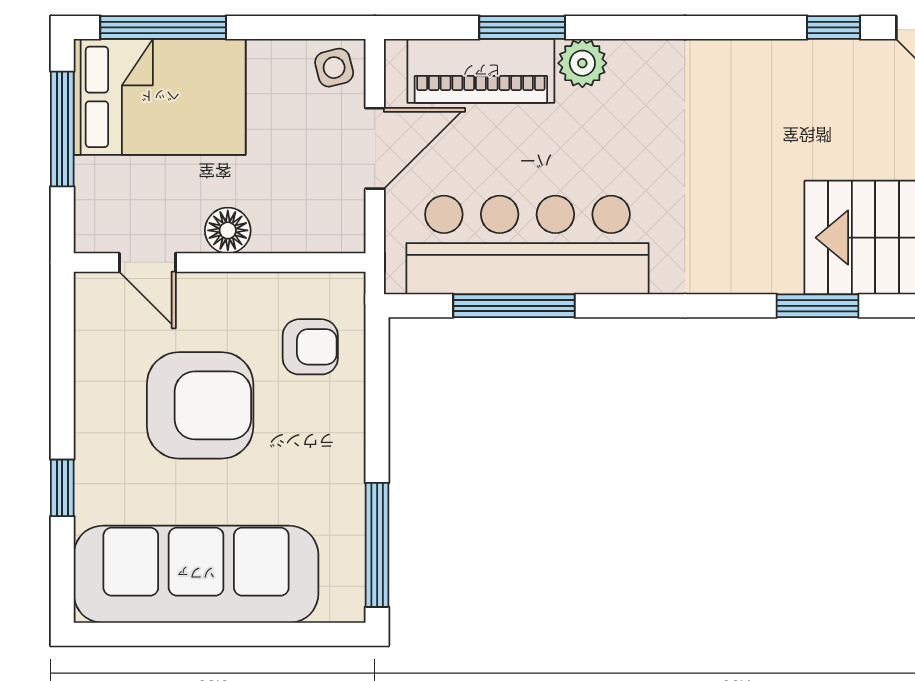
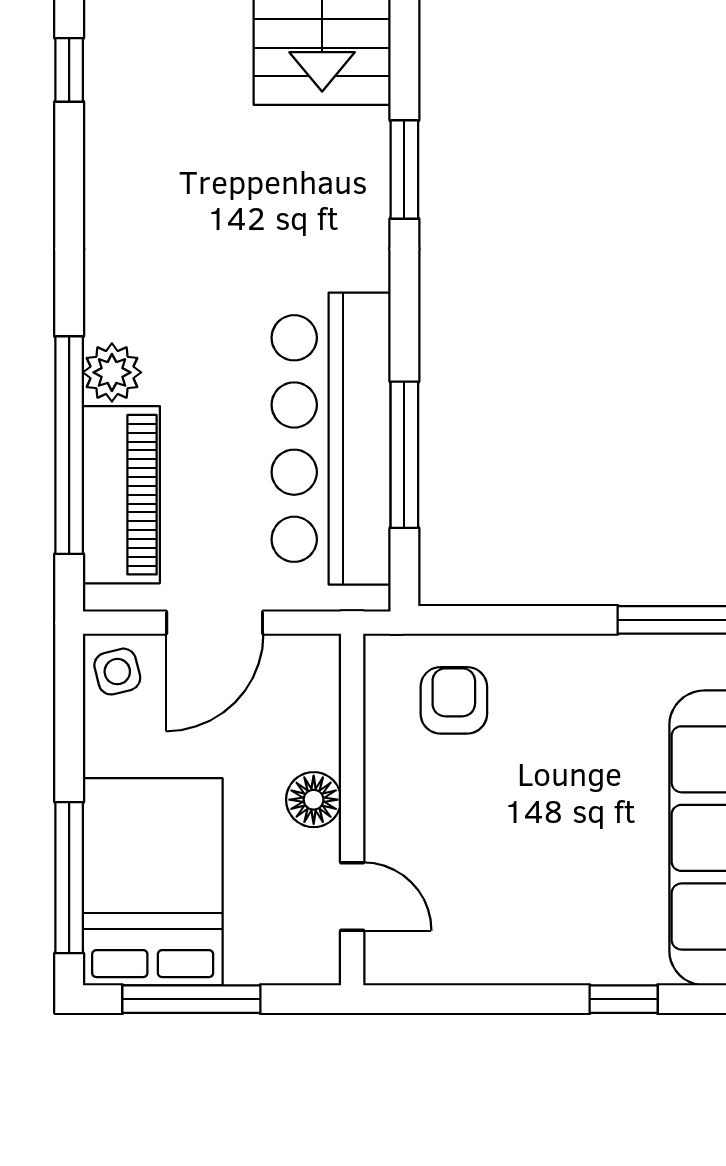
window: (522, 27) -> (69, 445), width x2.11
door: (375, 148) -> (215, 623), swing flipped
door: (147, 262) -> (352, 897), hinge flipped
window: (817, 306) -> (404, 170), moved
armchair: (200, 405) -> (524, 833), removed

